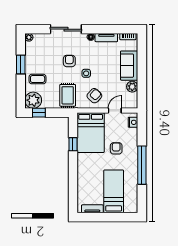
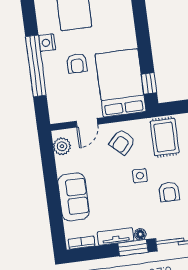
window: (96, 29) -> (133, 248), added
plant: (132, 87) -> (62, 146), moved
nightstand: (133, 122) -> (47, 43), moved
window: (73, 144) -> (149, 83), moved
window: (142, 165) -> (36, 66), moved

